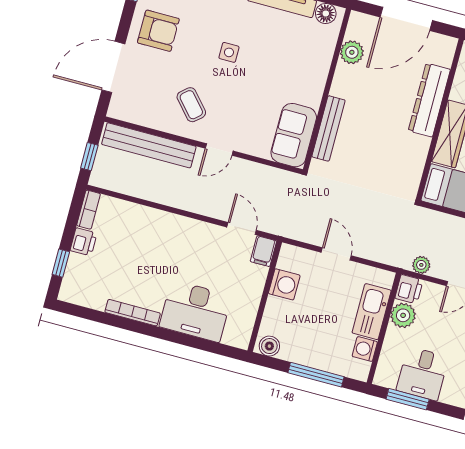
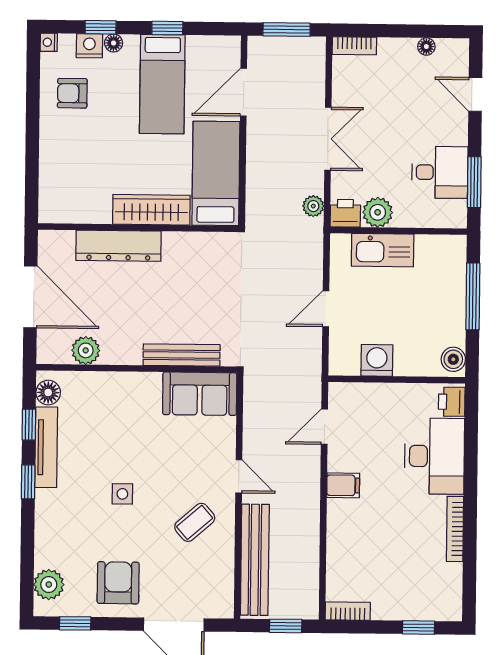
printer: (84, 242) -> (452, 402), moved, turned -90
filing cabinet: (263, 251) -> (343, 485), moved
washing machine: (365, 349) -> (428, 247), removed

